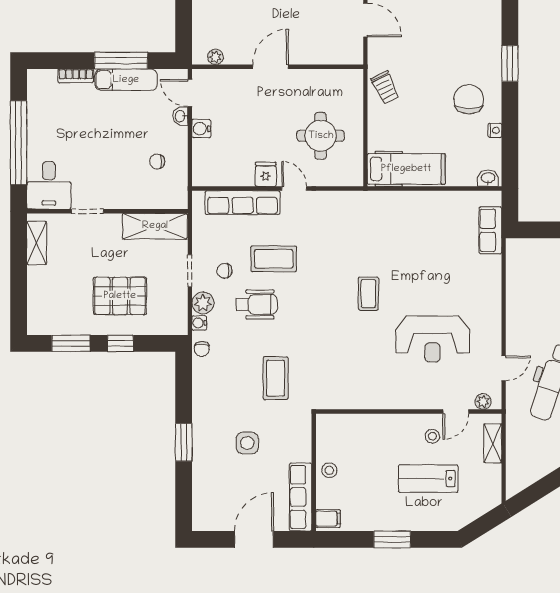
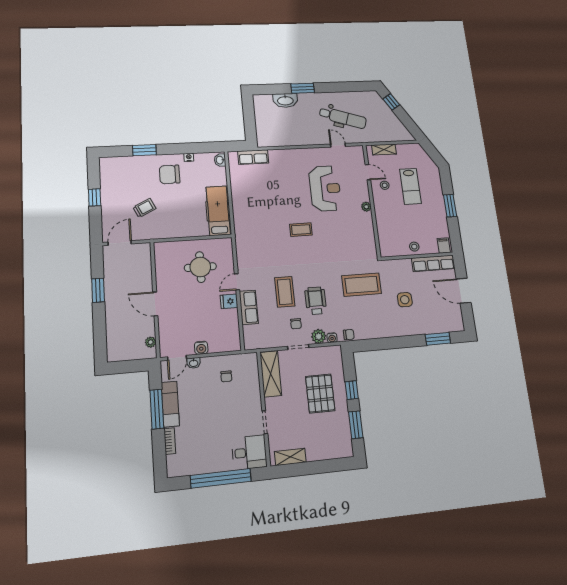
trolley: (385, 88) -> (144, 208), moved
row of seats: (243, 203) -> (249, 307), width x0.68
coffee table: (276, 378) -> (362, 285), width x1.36, depth x1.32
plant: (483, 402) -> (366, 207), moved
window: (184, 442) -> (438, 339), moved

